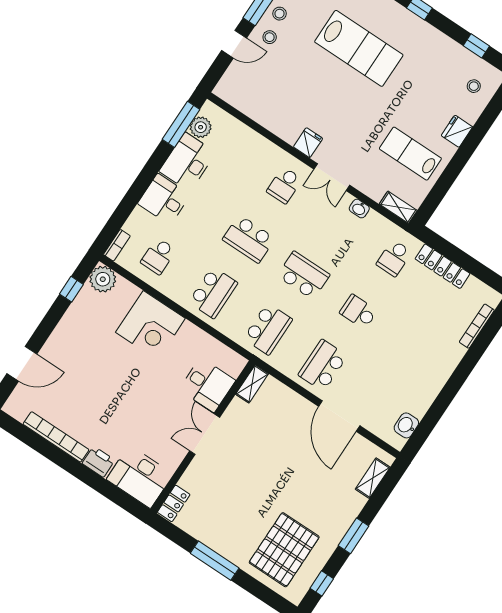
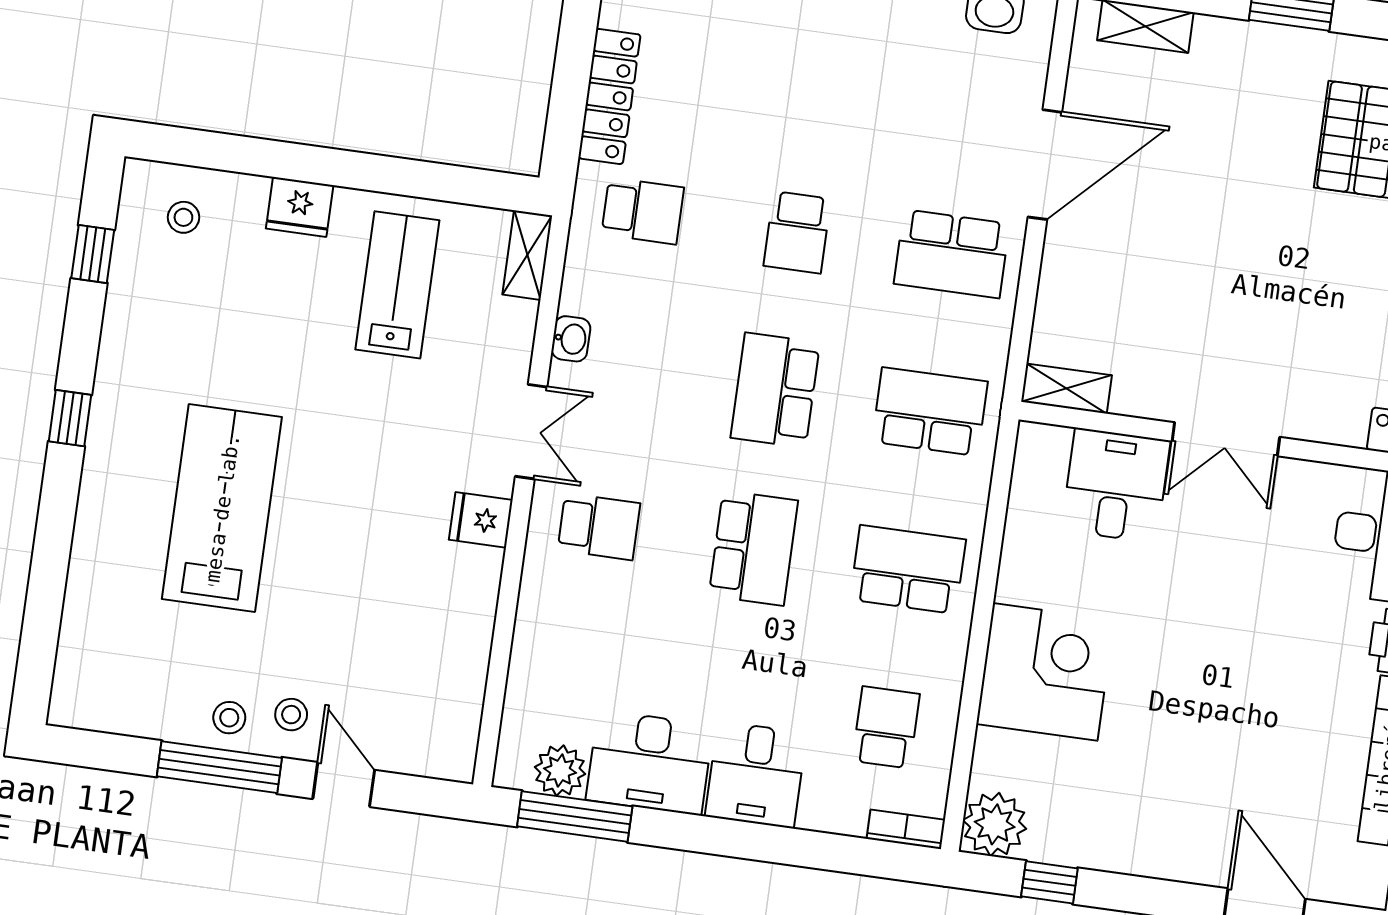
lab bench: (410, 154) -> (397, 285), turned 180
school desk: (158, 256) -> (886, 727), turned -90

